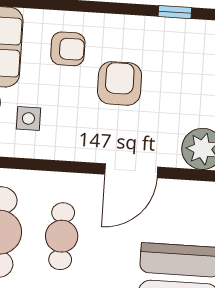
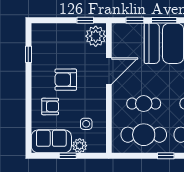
armchair: (68, 49) -> (50, 106), turned 90
door: (131, 171) -> (109, 71), hinge flipped

